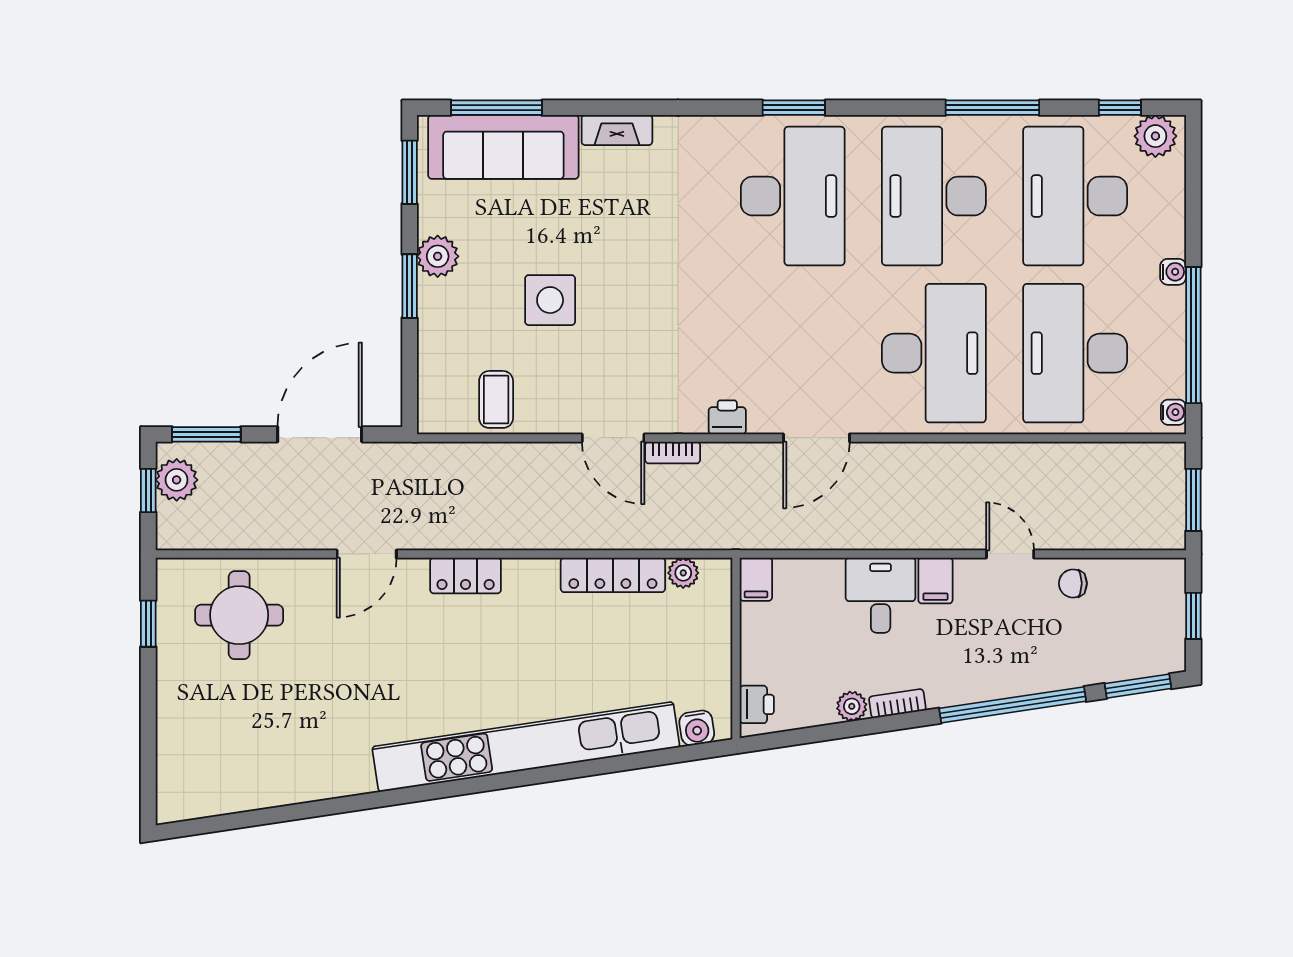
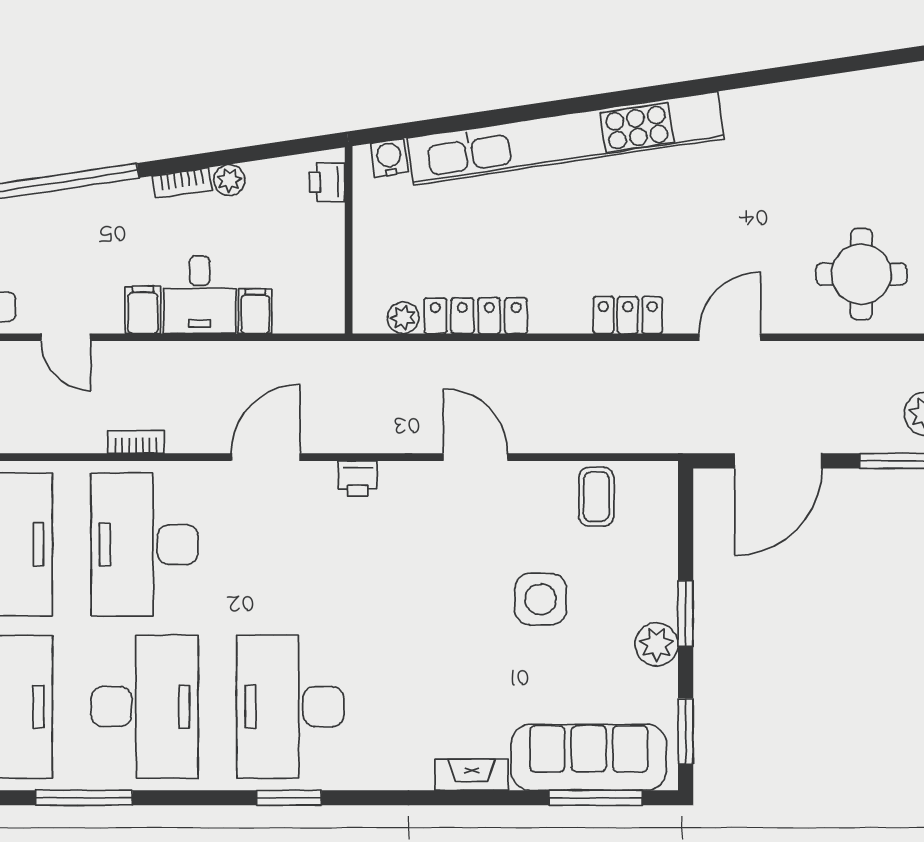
bookcase: (673, 452) -> (136, 442), moved
filing cabinet: (756, 579) -> (255, 311), moved

